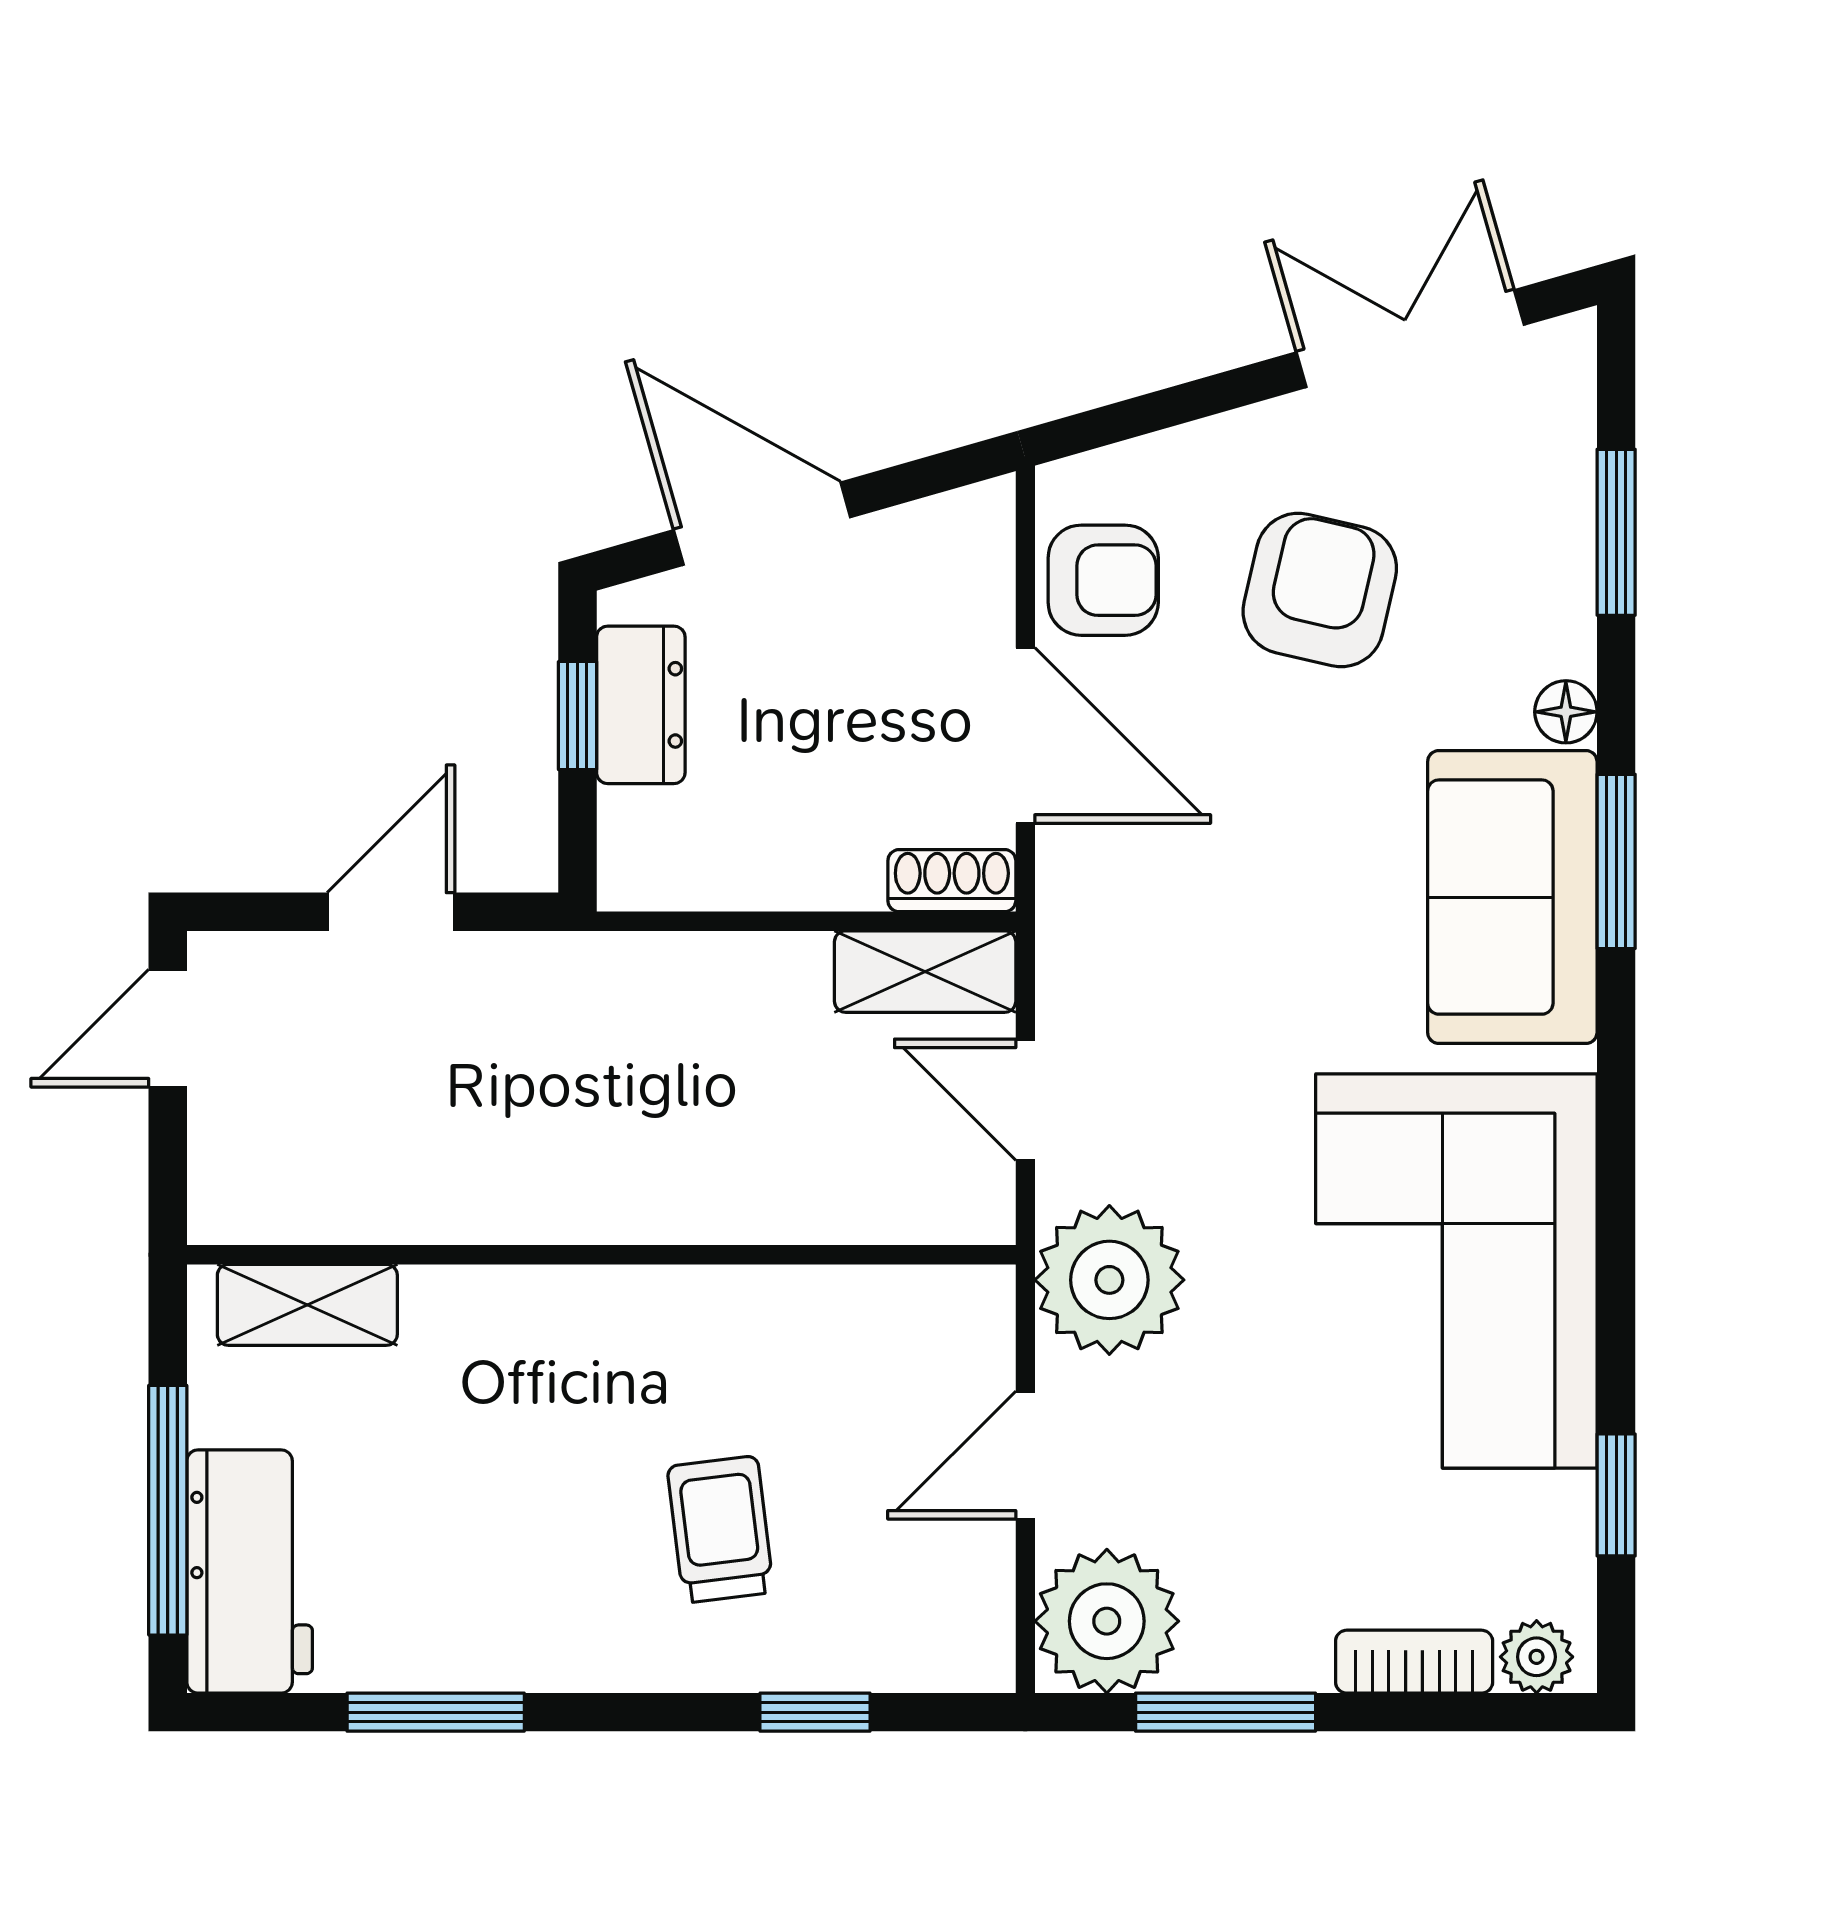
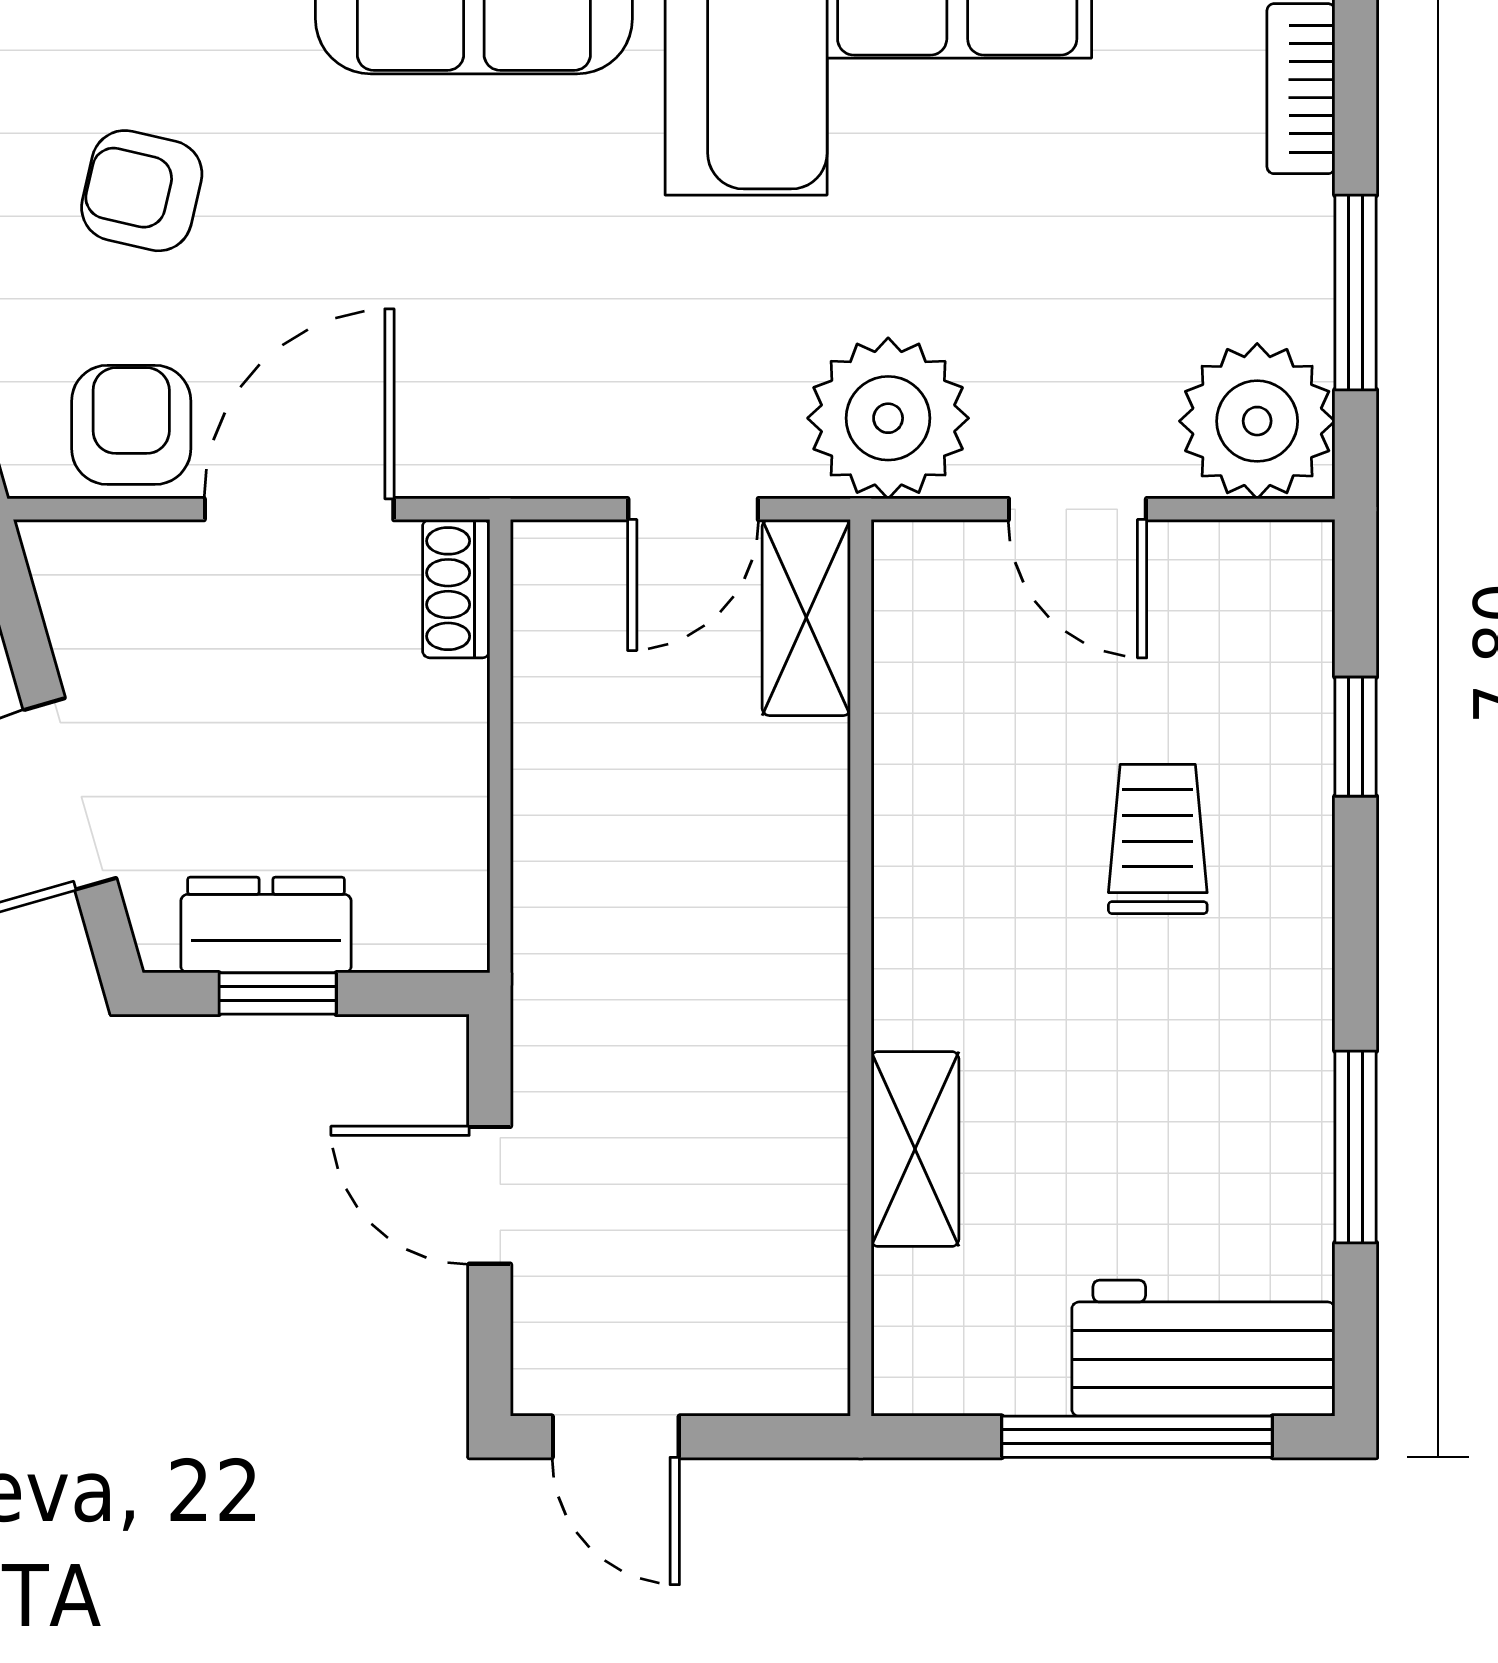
armchair: (1320, 590) -> (142, 191), width x0.72, depth x0.72
shelving: (925, 972) -> (806, 618), moved
shelving: (307, 1305) -> (915, 1149), moved
trolley: (720, 1529) -> (1158, 839), turned 97

